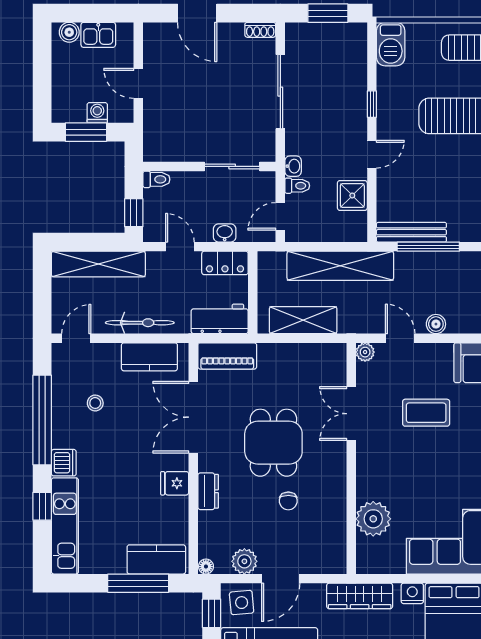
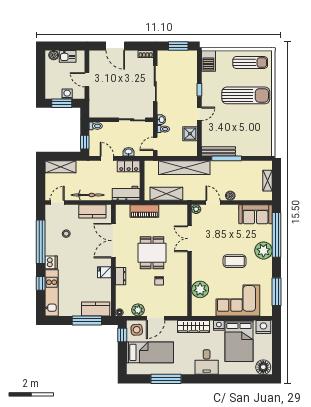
shelving: (98, 264) -> (60, 167), width x0.68
piano: (227, 356) -> (144, 211), moved
coffee table: (426, 413) -> (235, 261), moved

